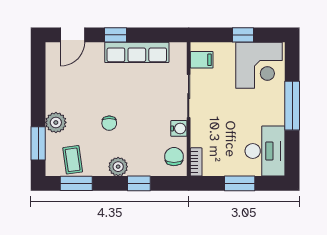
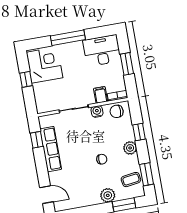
window: (116, 35) -> (37, 140), moved
filing cabinet: (202, 60) -> (101, 95), moved

